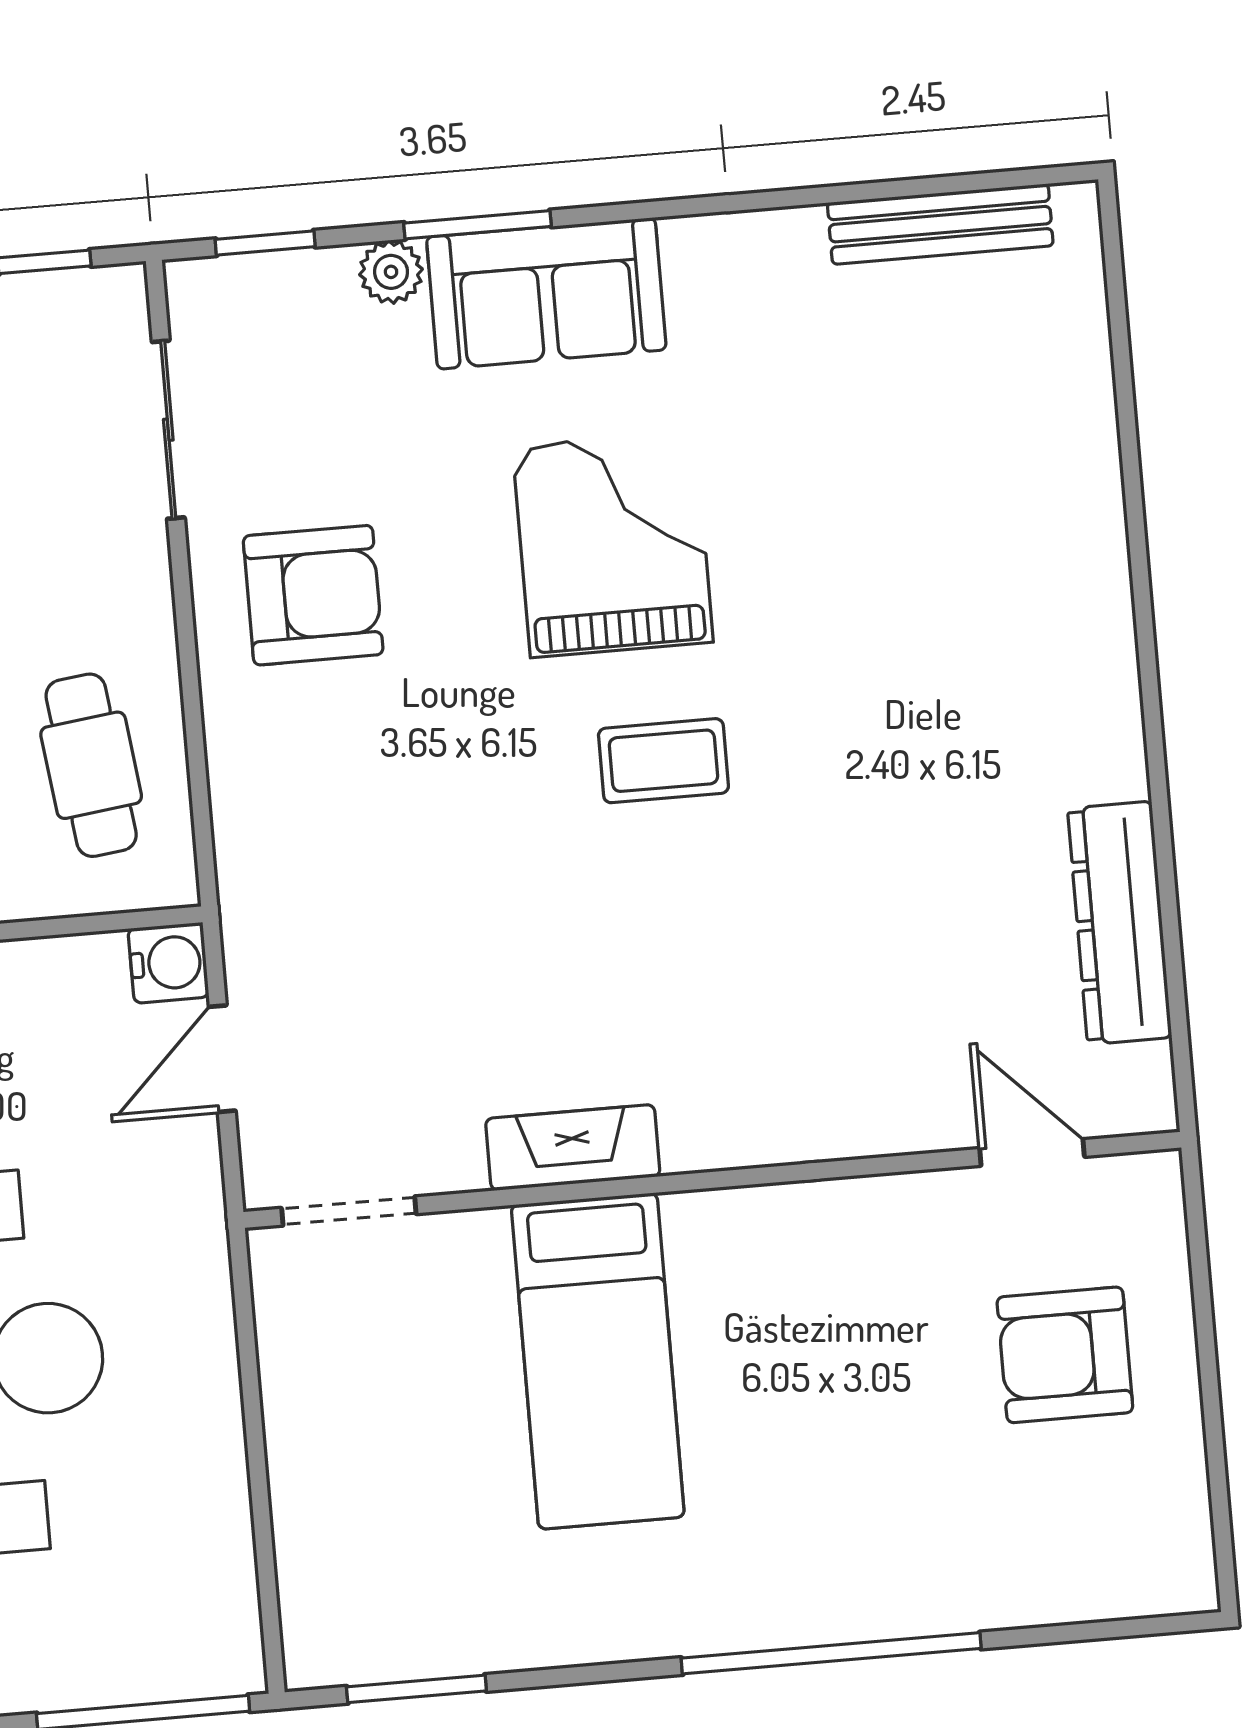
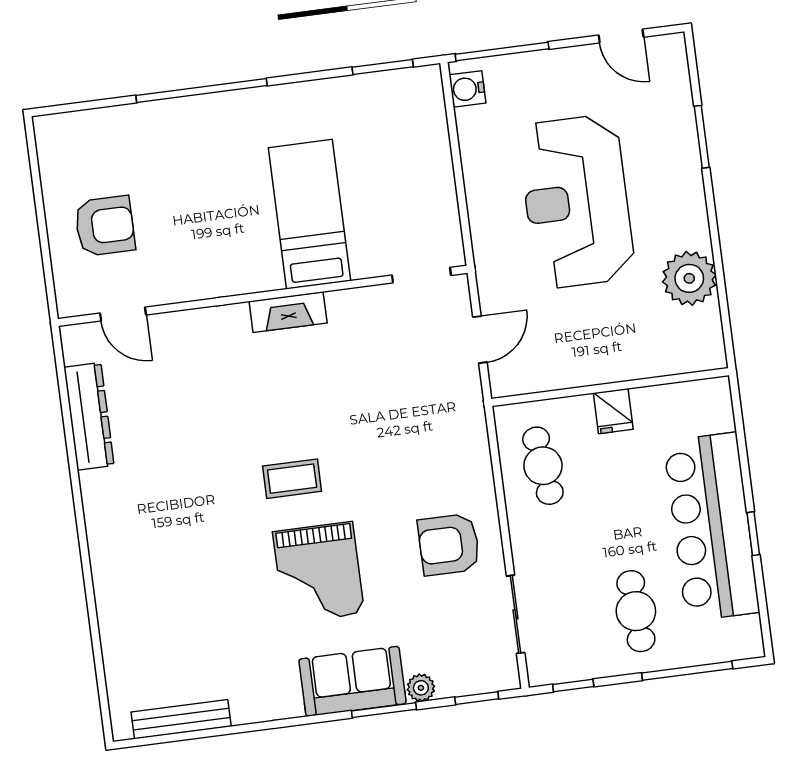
water cooler: (168, 963) -> (467, 89), moved
fireplace: (573, 1148) -> (288, 312), moved

